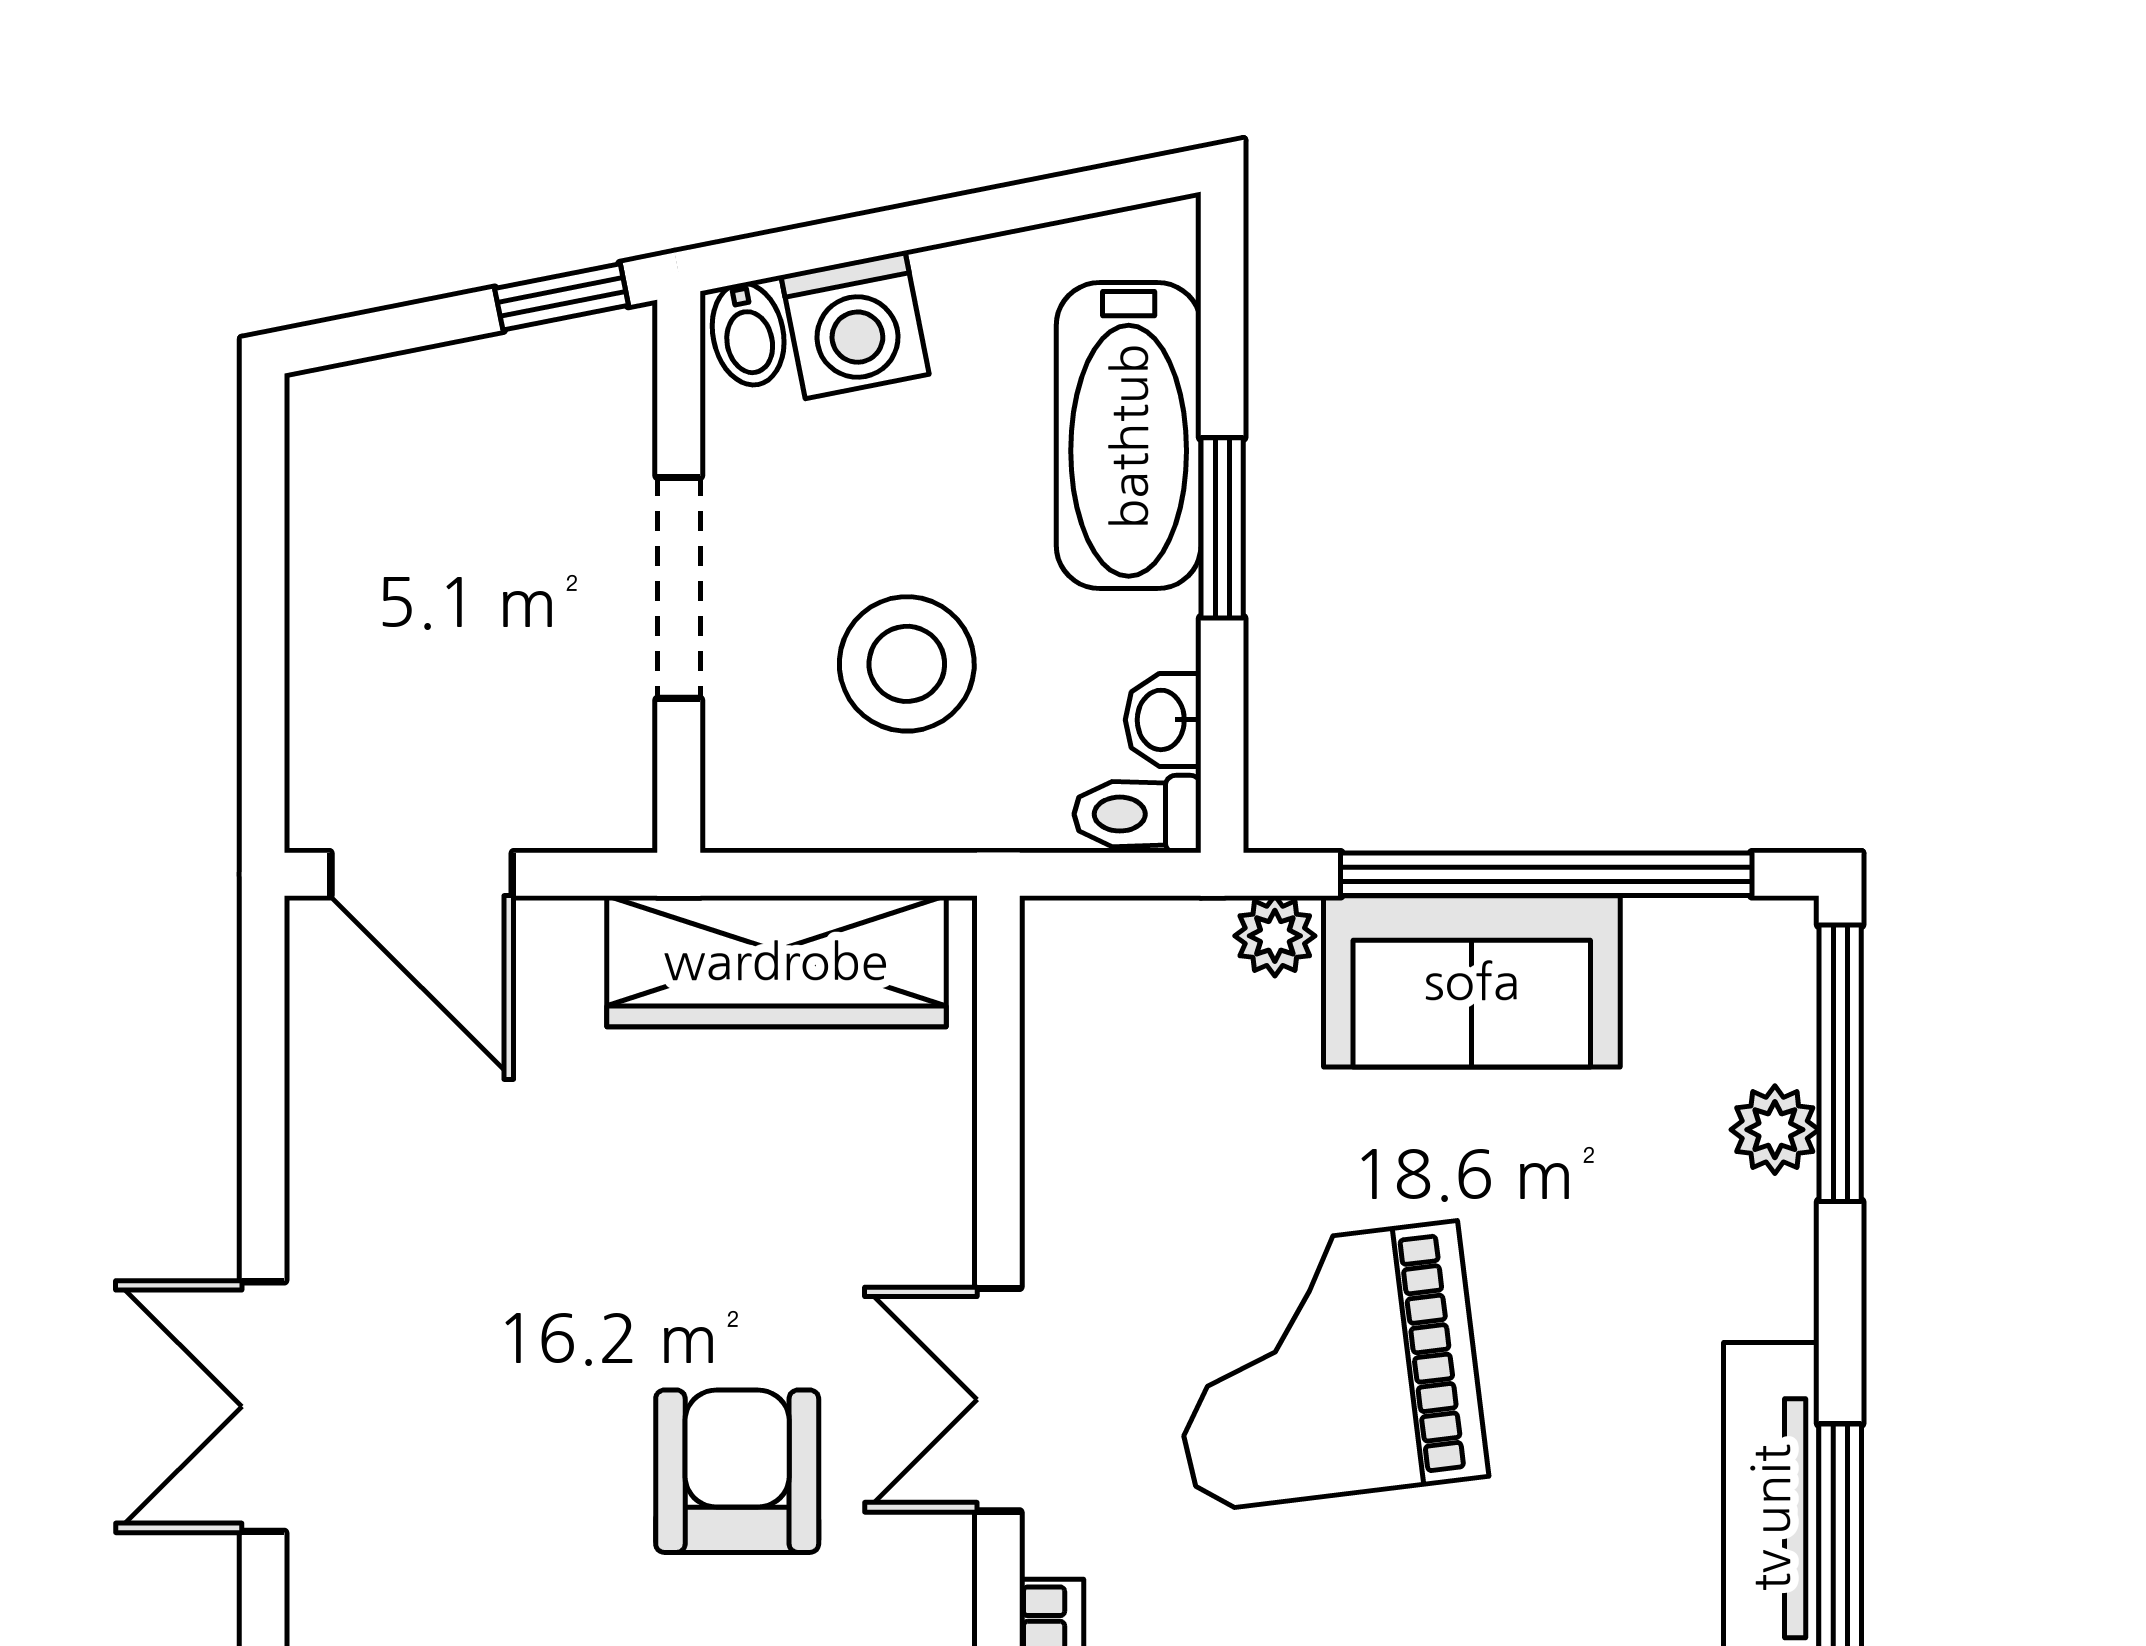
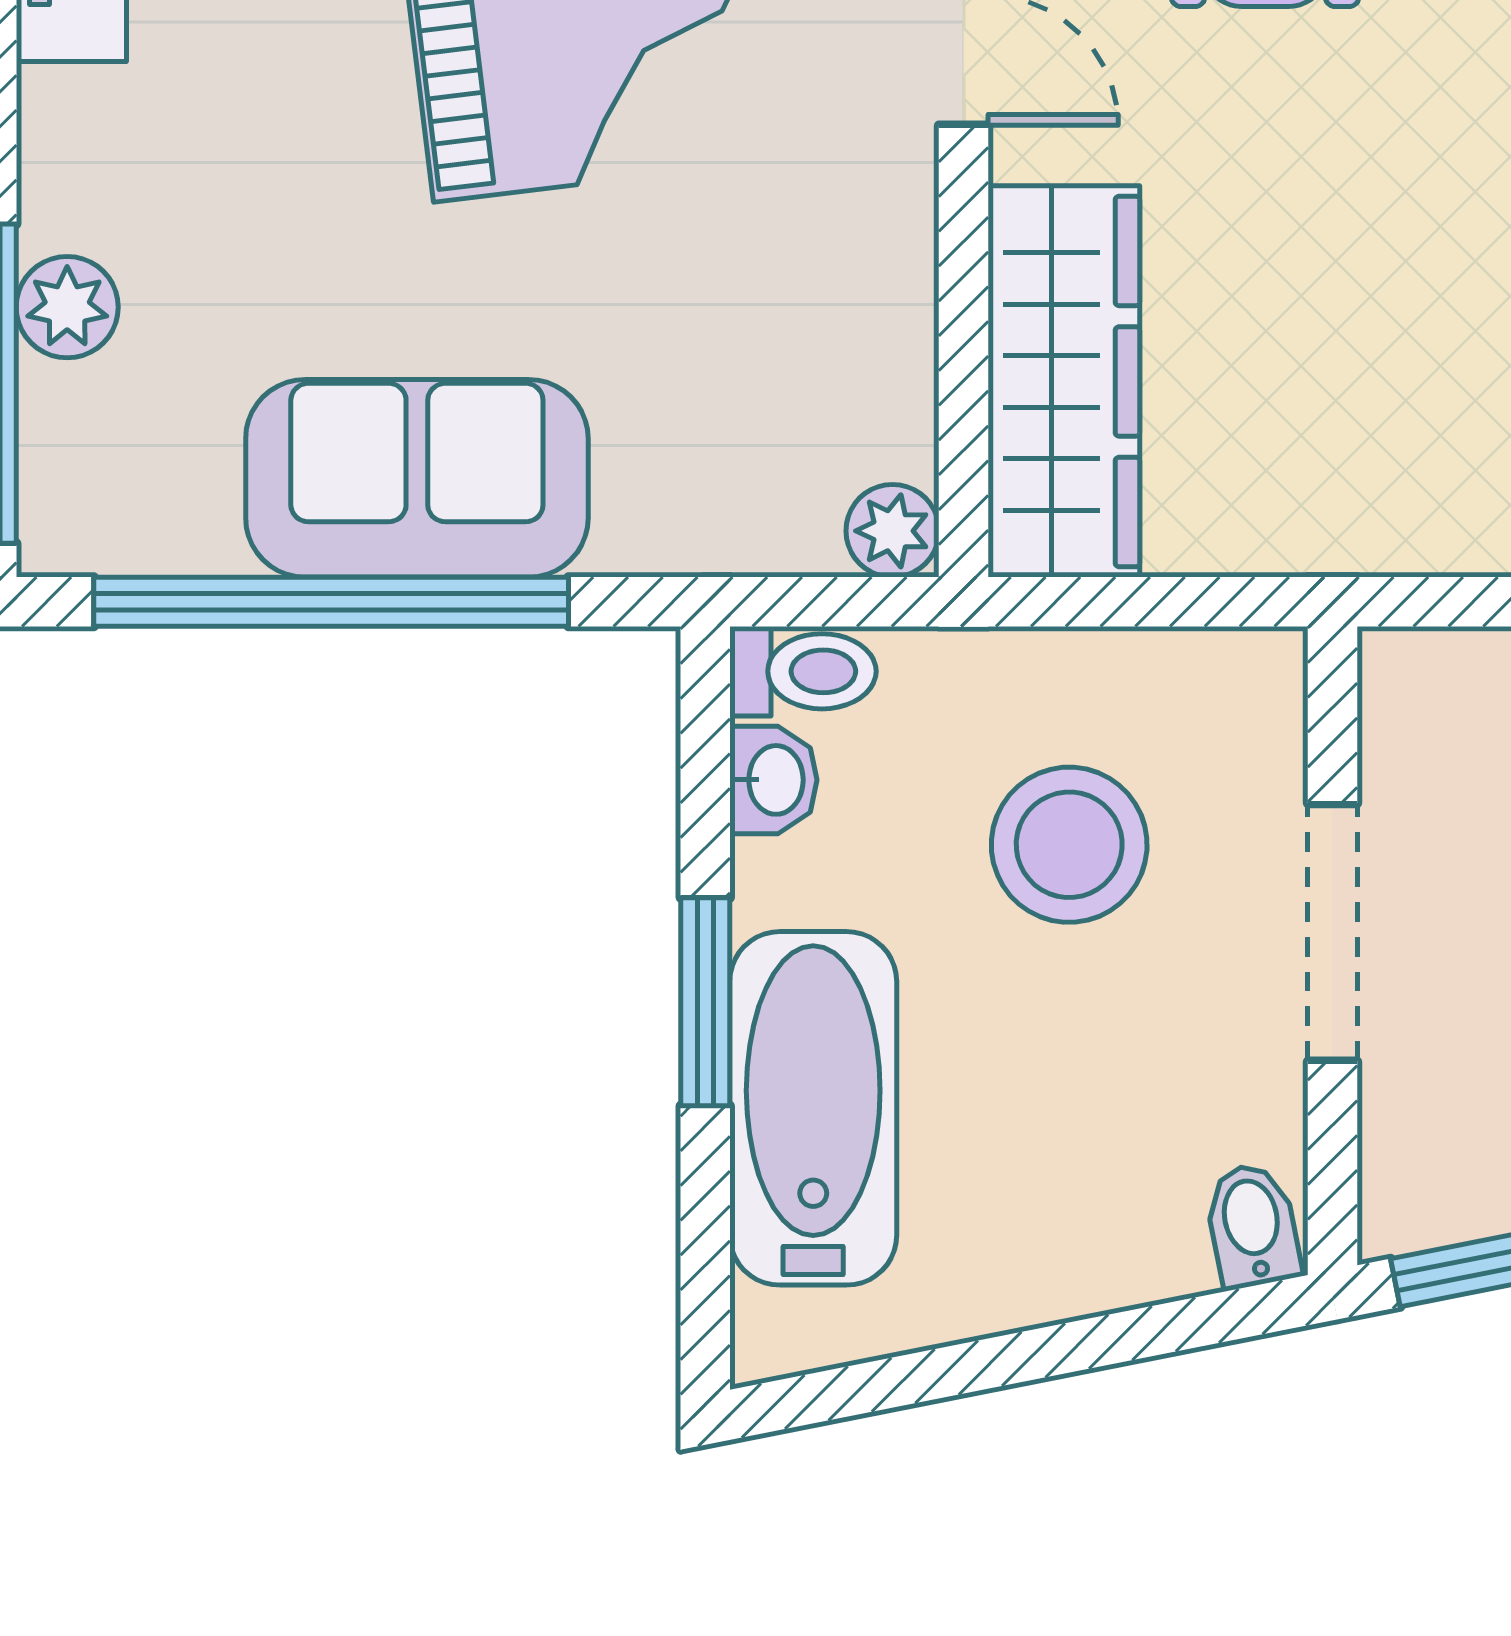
washing machine: (855, 325) -> (1129, 1236), removed
plant: (1275, 936) -> (892, 531), moved
wardrobe: (776, 961) -> (1064, 381), moved, turned 90

